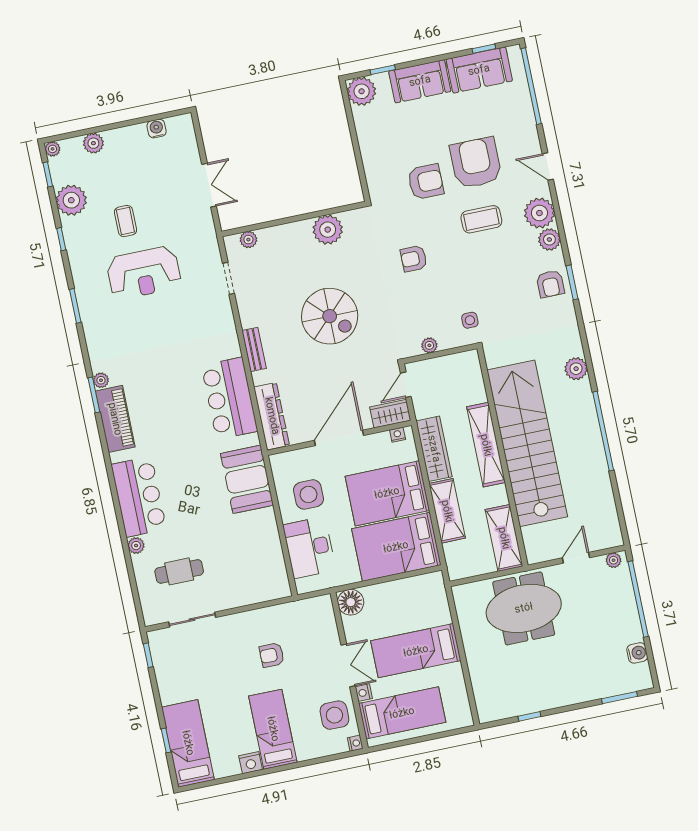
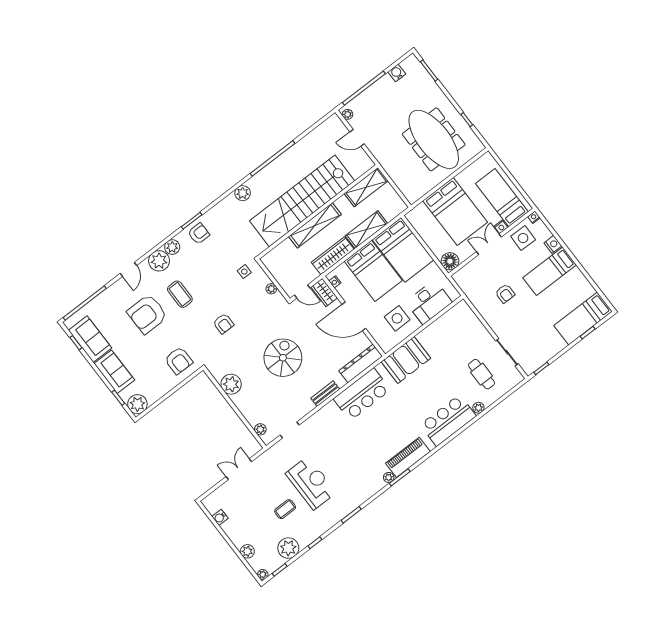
armchair: (426, 182) -> (179, 361), moved, turned 180
meeting table: (524, 608) -> (434, 139), moved, width x1.36
bed: (416, 651) -> (455, 212), width x1.50
nightstand: (251, 763) -> (553, 244), moved

